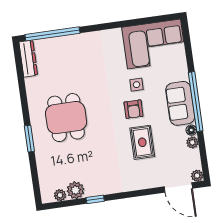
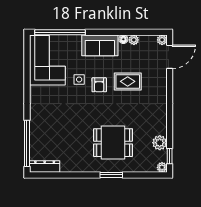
window: (196, 102) -> (60, 32), moved
armchair: (134, 109) -> (99, 85), turned 90
dining table: (66, 118) -> (113, 143), moved
plant: (60, 195) -> (162, 167), moved
window: (95, 199) -> (170, 156), moved

